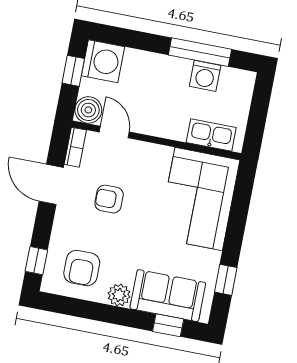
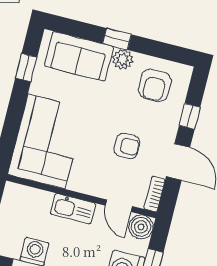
kitchen sink: (211, 135) -> (73, 209), moved
window: (36, 261) -> (190, 116), moved
armchair: (82, 268) -> (155, 85), turned 180
window: (168, 325) -> (117, 39), moved

